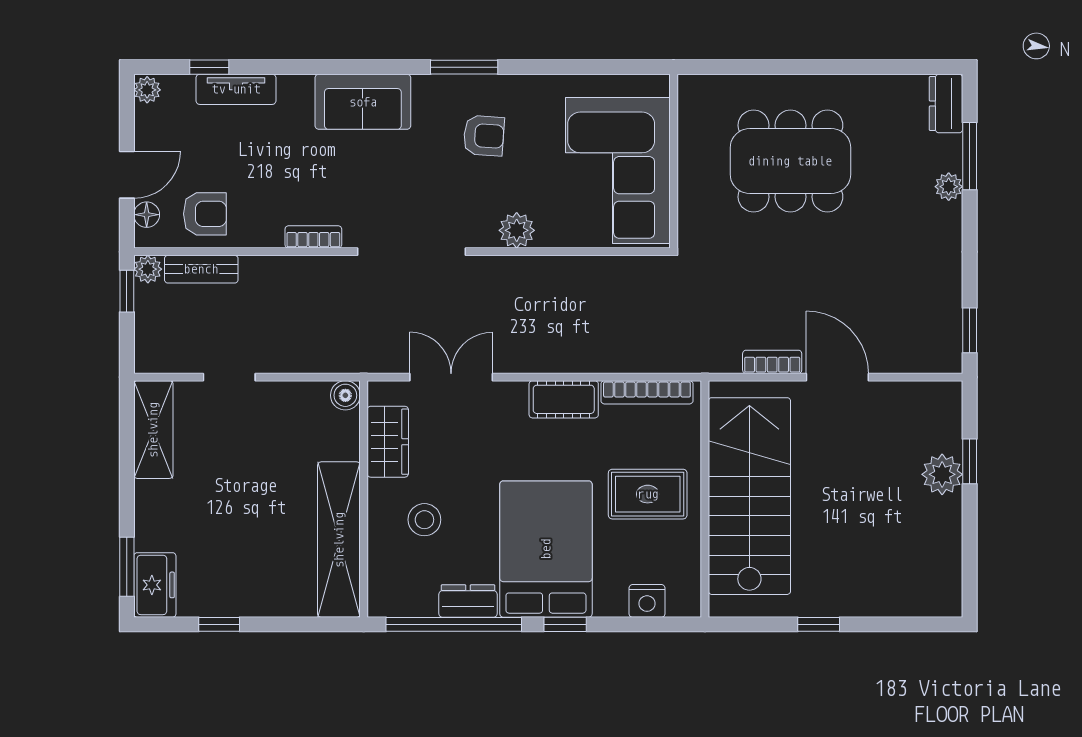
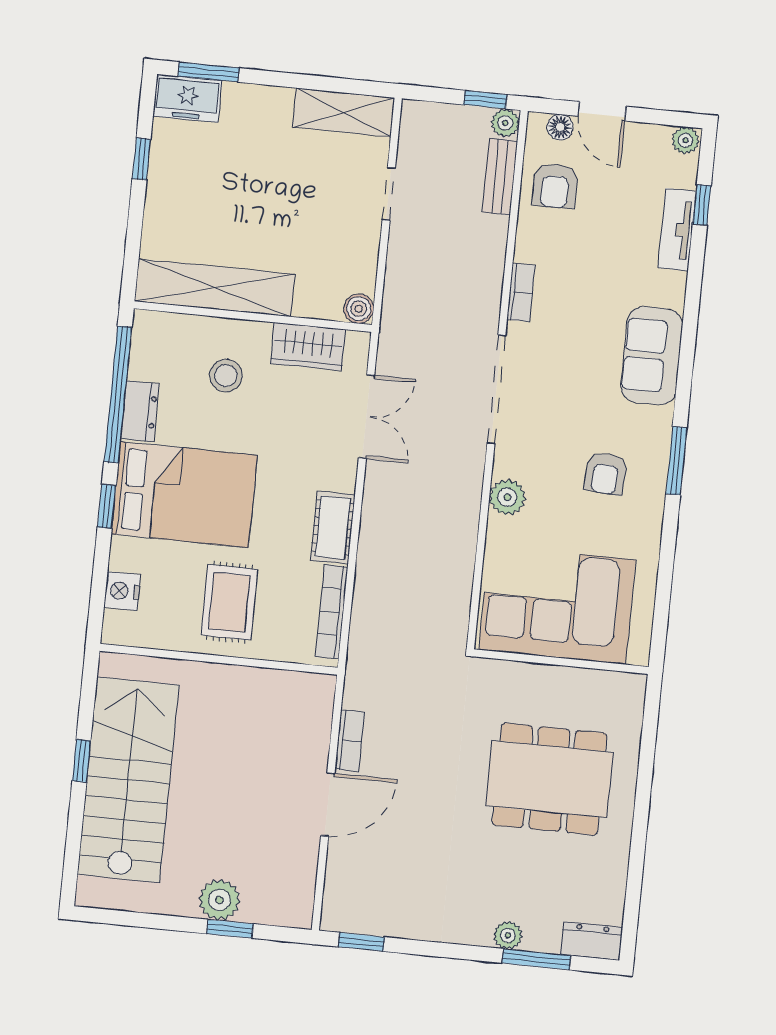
dining table: (790, 161) -> (549, 779), turned 90
stairs: (749, 496) -> (128, 780), moved, turned -90

